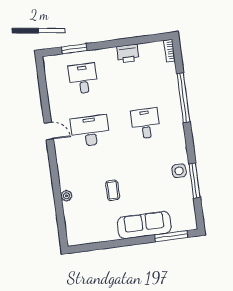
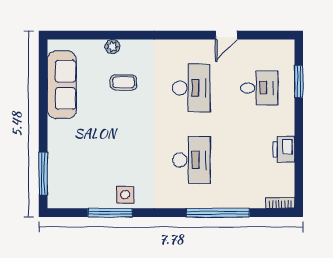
desk: (146, 123) -> (191, 160), width x1.37
door: (49, 131) -> (226, 35), moved
coffee table: (113, 190) -> (124, 82), moved
sofa: (144, 225) -> (62, 85), moved

